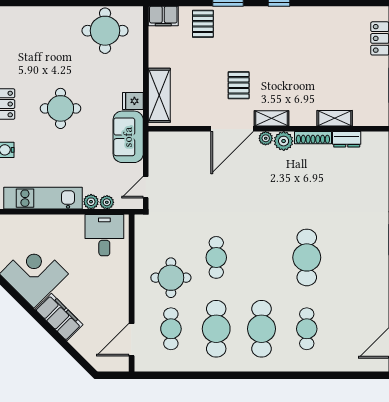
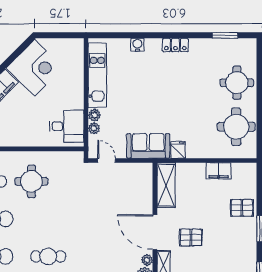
filing cabinet: (163, 16) -> (219, 171), moved, turned -90
shelving: (159, 95) -> (166, 185), moved, turned 90
round table: (61, 108) -> (237, 83), moved
cafe table: (216, 257) -> (48, 256), moved

